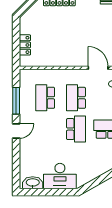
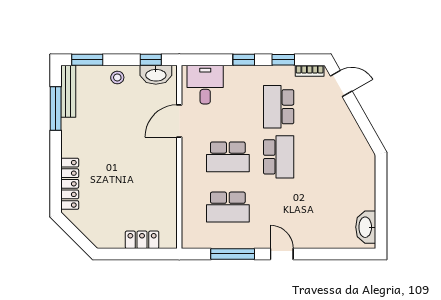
school desk: (76, 129) -> (279, 157), turned 90
desk: (60, 176) -> (355, 183), removed

